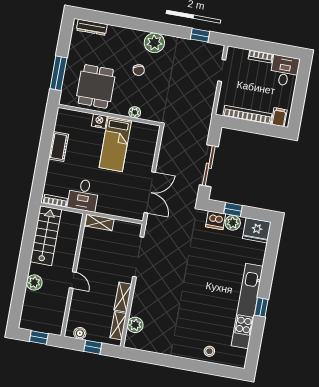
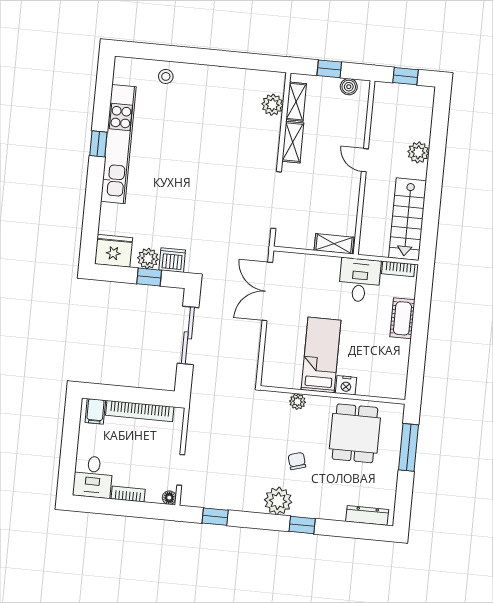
window: (139, 24) -> (302, 525), added
floor lamp: (232, 51) -> (169, 498), added
cot: (59, 147) -> (402, 318), moved

